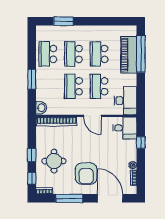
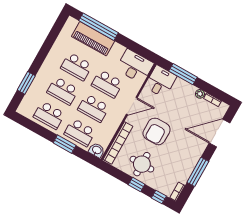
school desk: (48, 86) -> (80, 132), added
window: (141, 143) -> (183, 74), width x2.17
round table: (54, 161) -> (142, 164), moved
armchair: (86, 174) -> (157, 131), moved, turned 90

